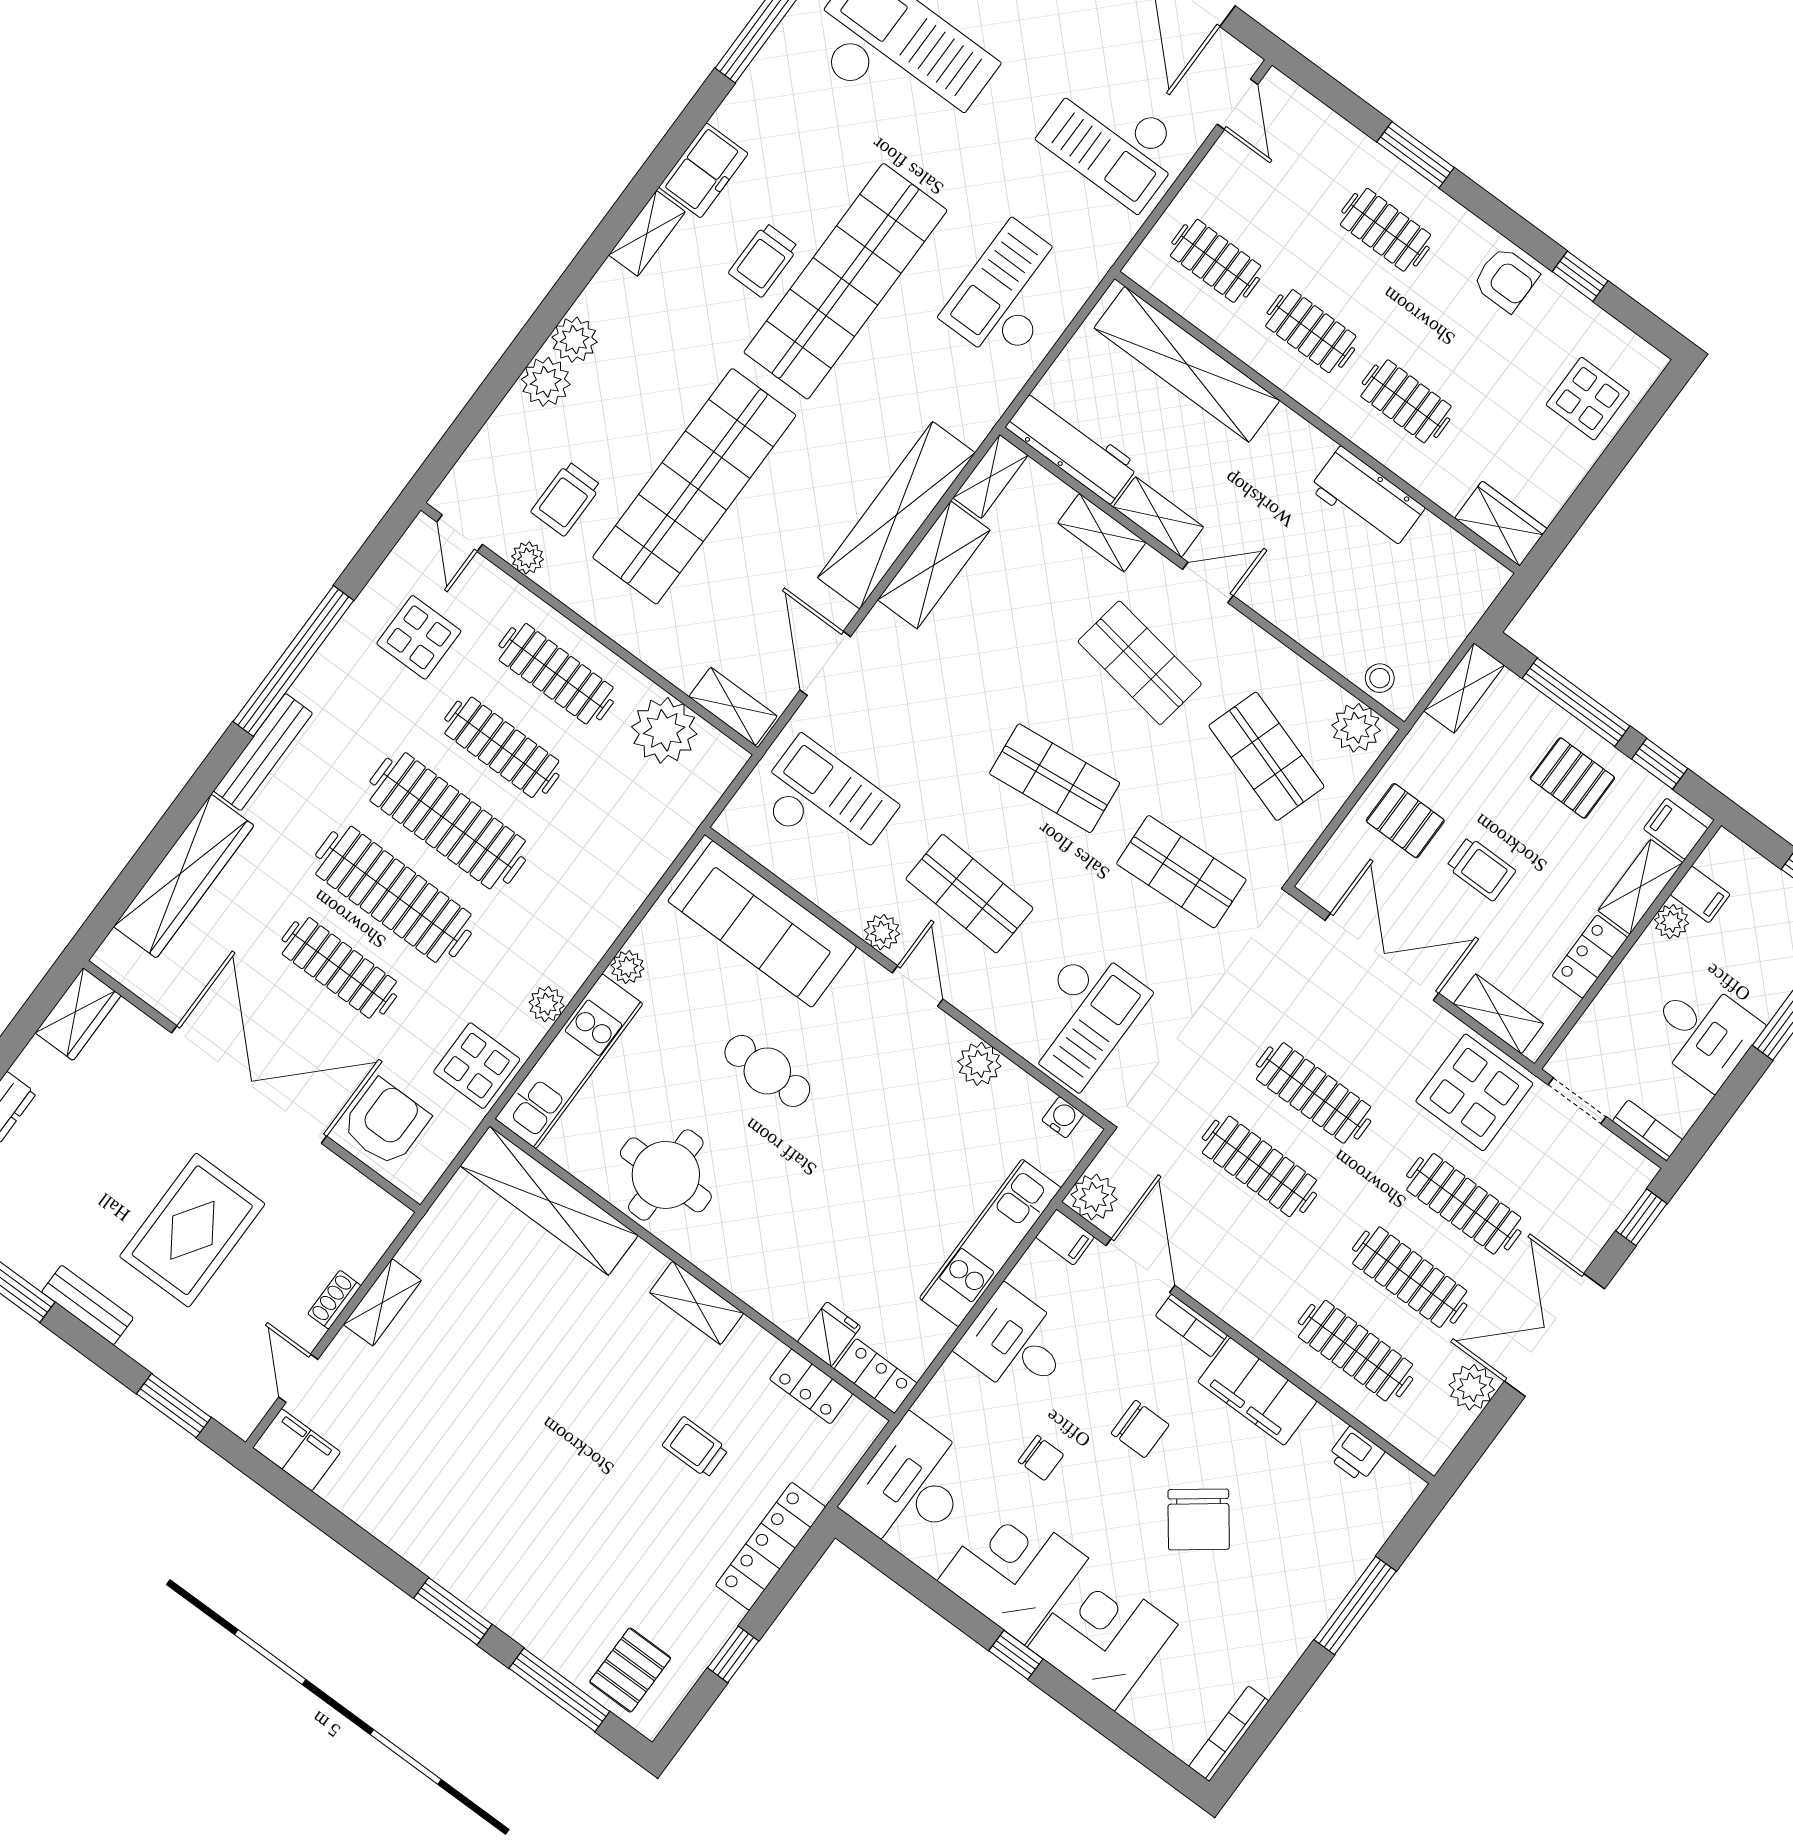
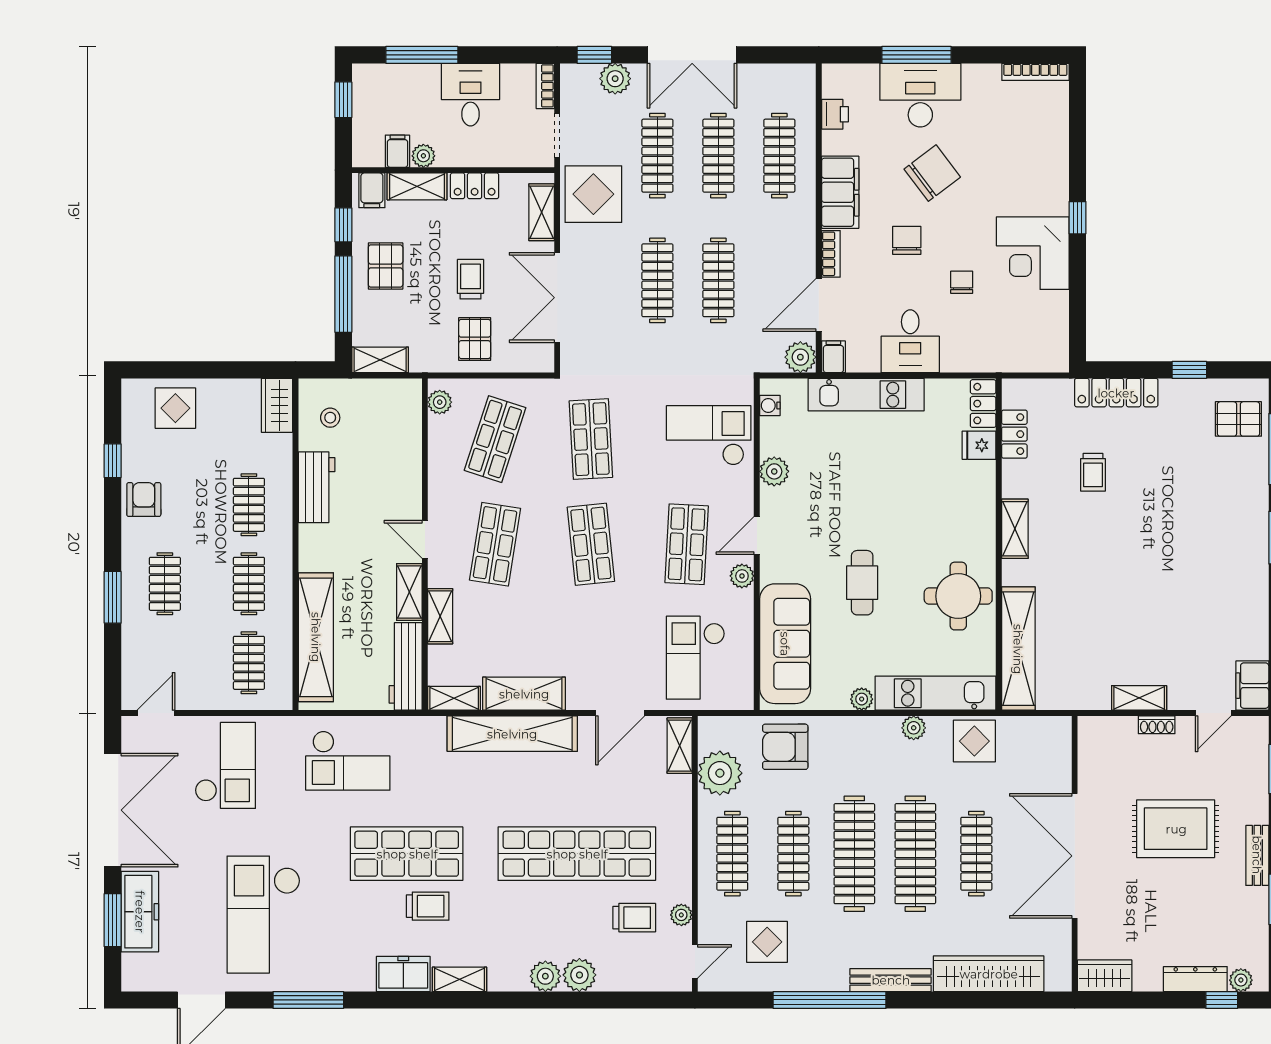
shop shelf: (845, 281) -> (407, 854), width x0.71
stool: (1380, 678) -> (330, 418), moved
plant: (1356, 728) -> (440, 402), width x0.73, depth x0.73
armchair: (386, 1123) -> (785, 747), moved
plant: (1472, 1387) -> (615, 79), moved
desk: (911, 1486) -> (920, 95), moved, turned 180
corner desk: (1103, 1636) -> (1033, 178), removed

